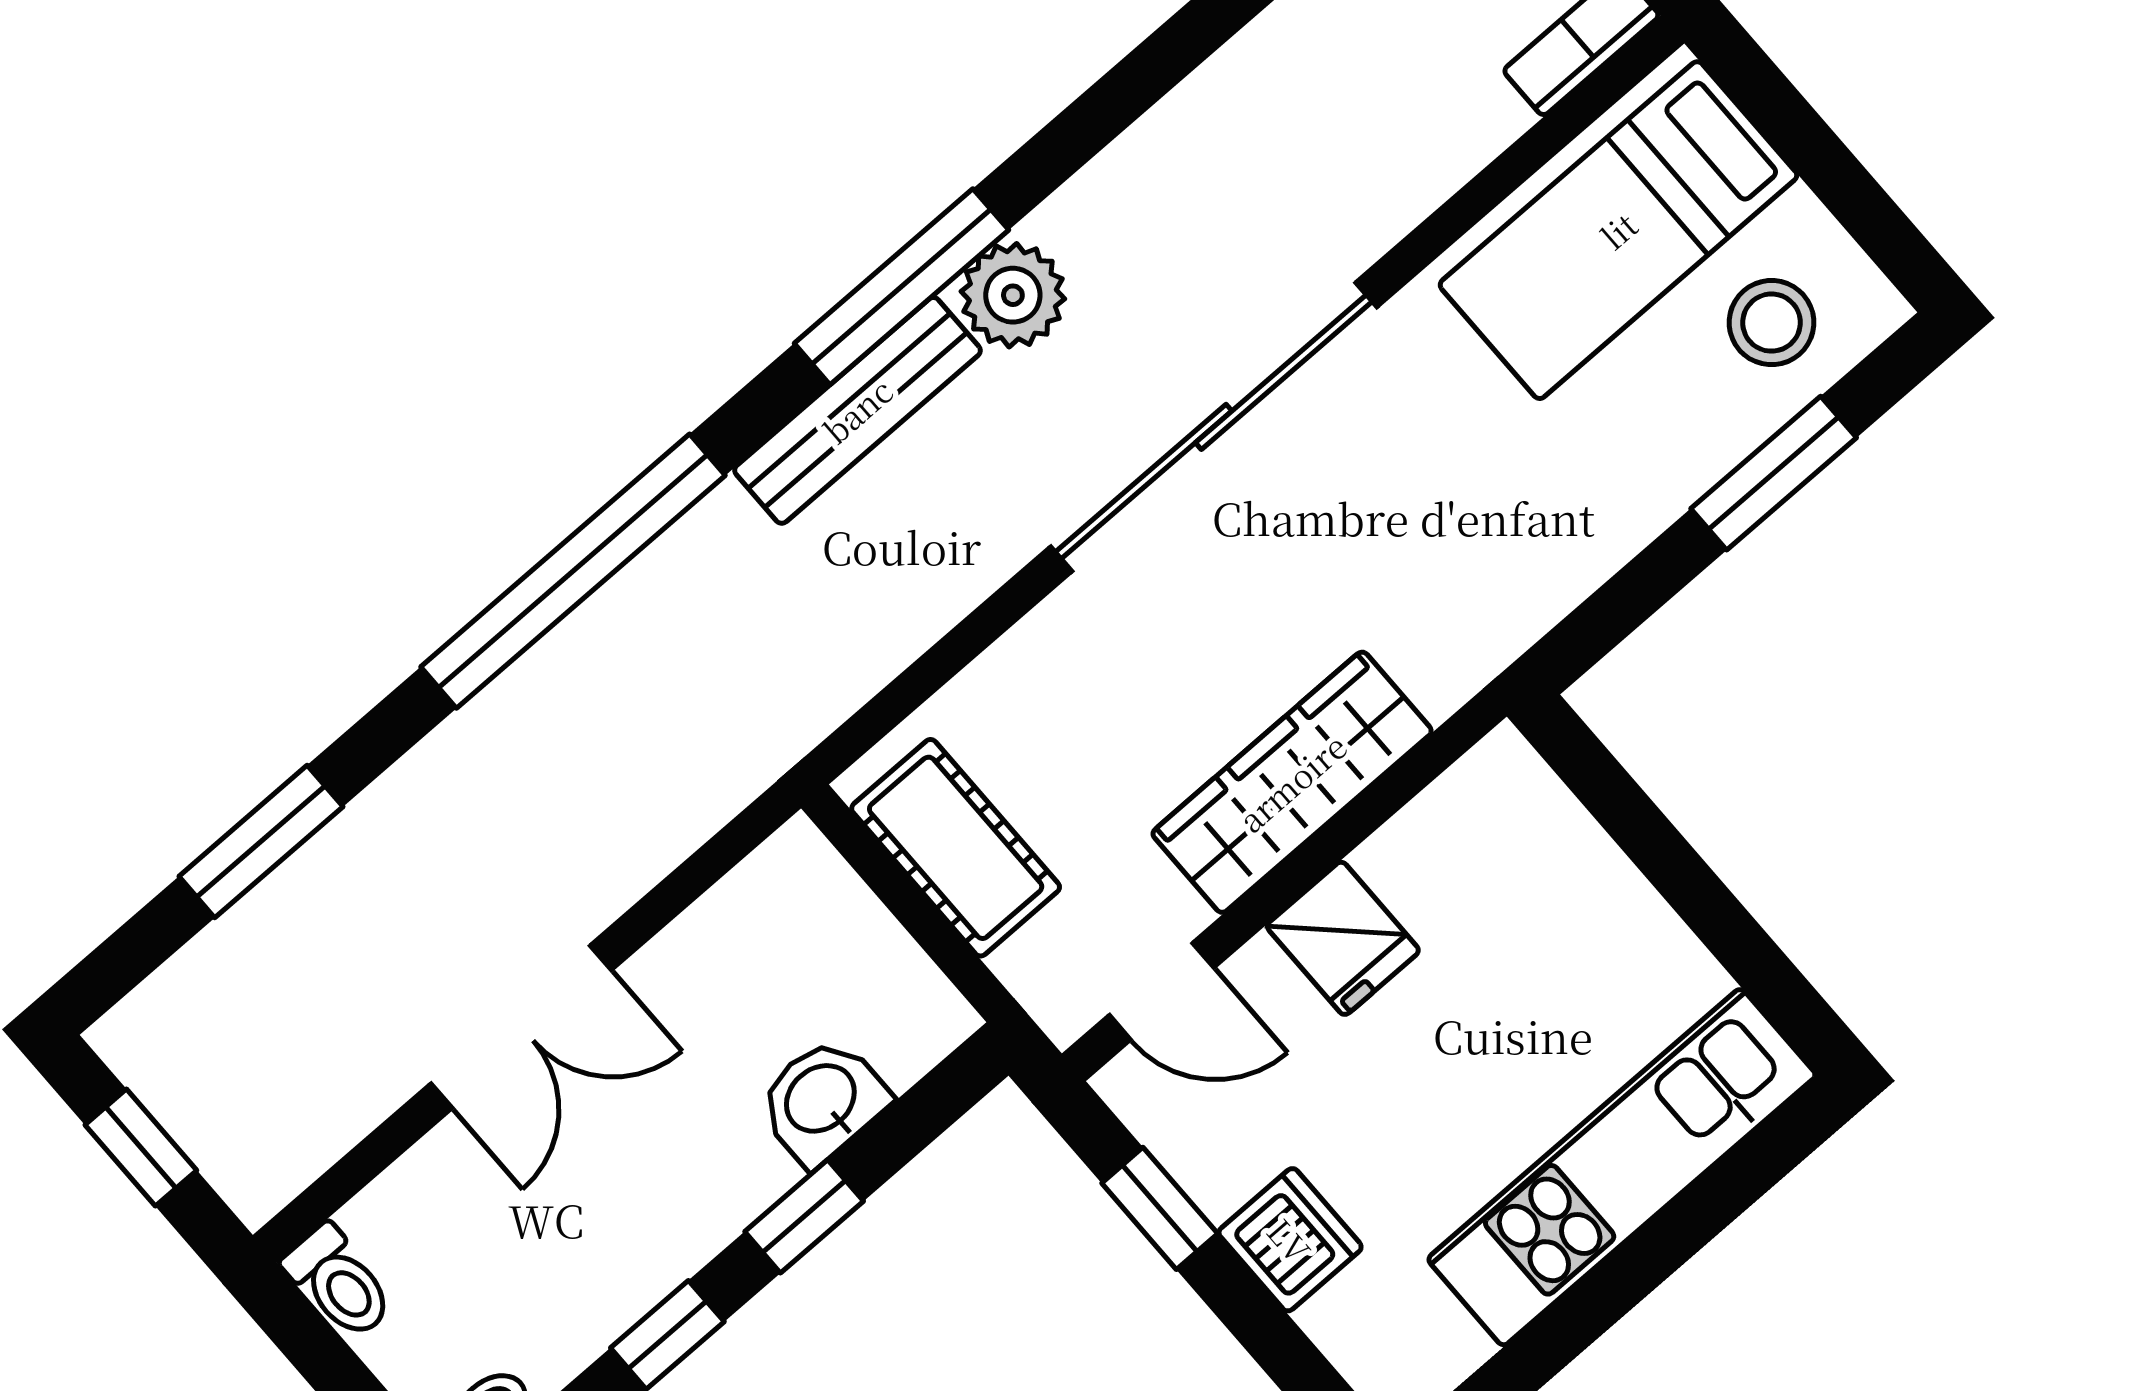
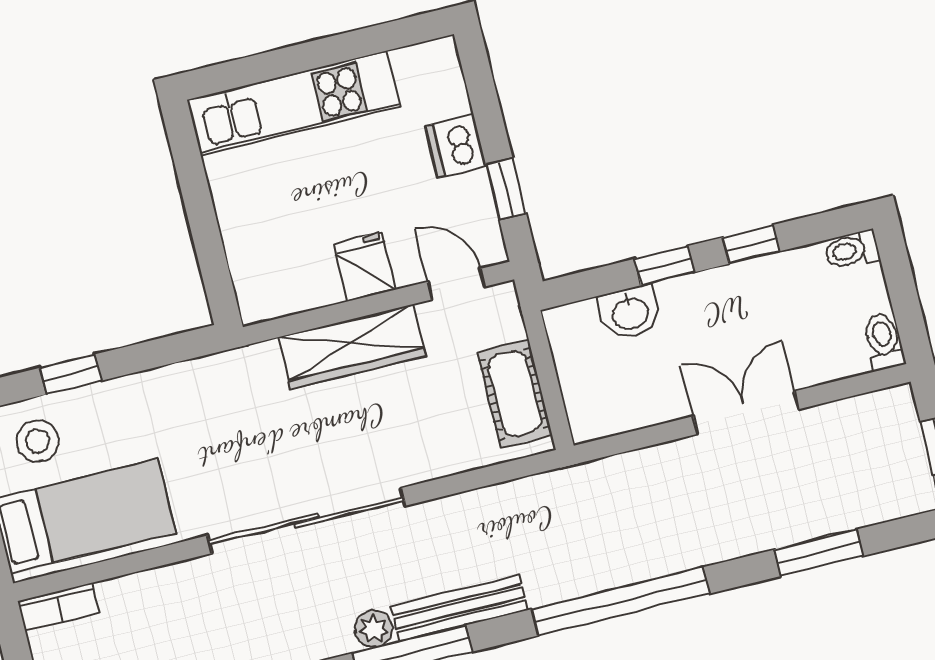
plant: (1013, 295) -> (374, 629), width x0.73, depth x0.73
window: (1774, 473) -> (71, 374), width x0.67

